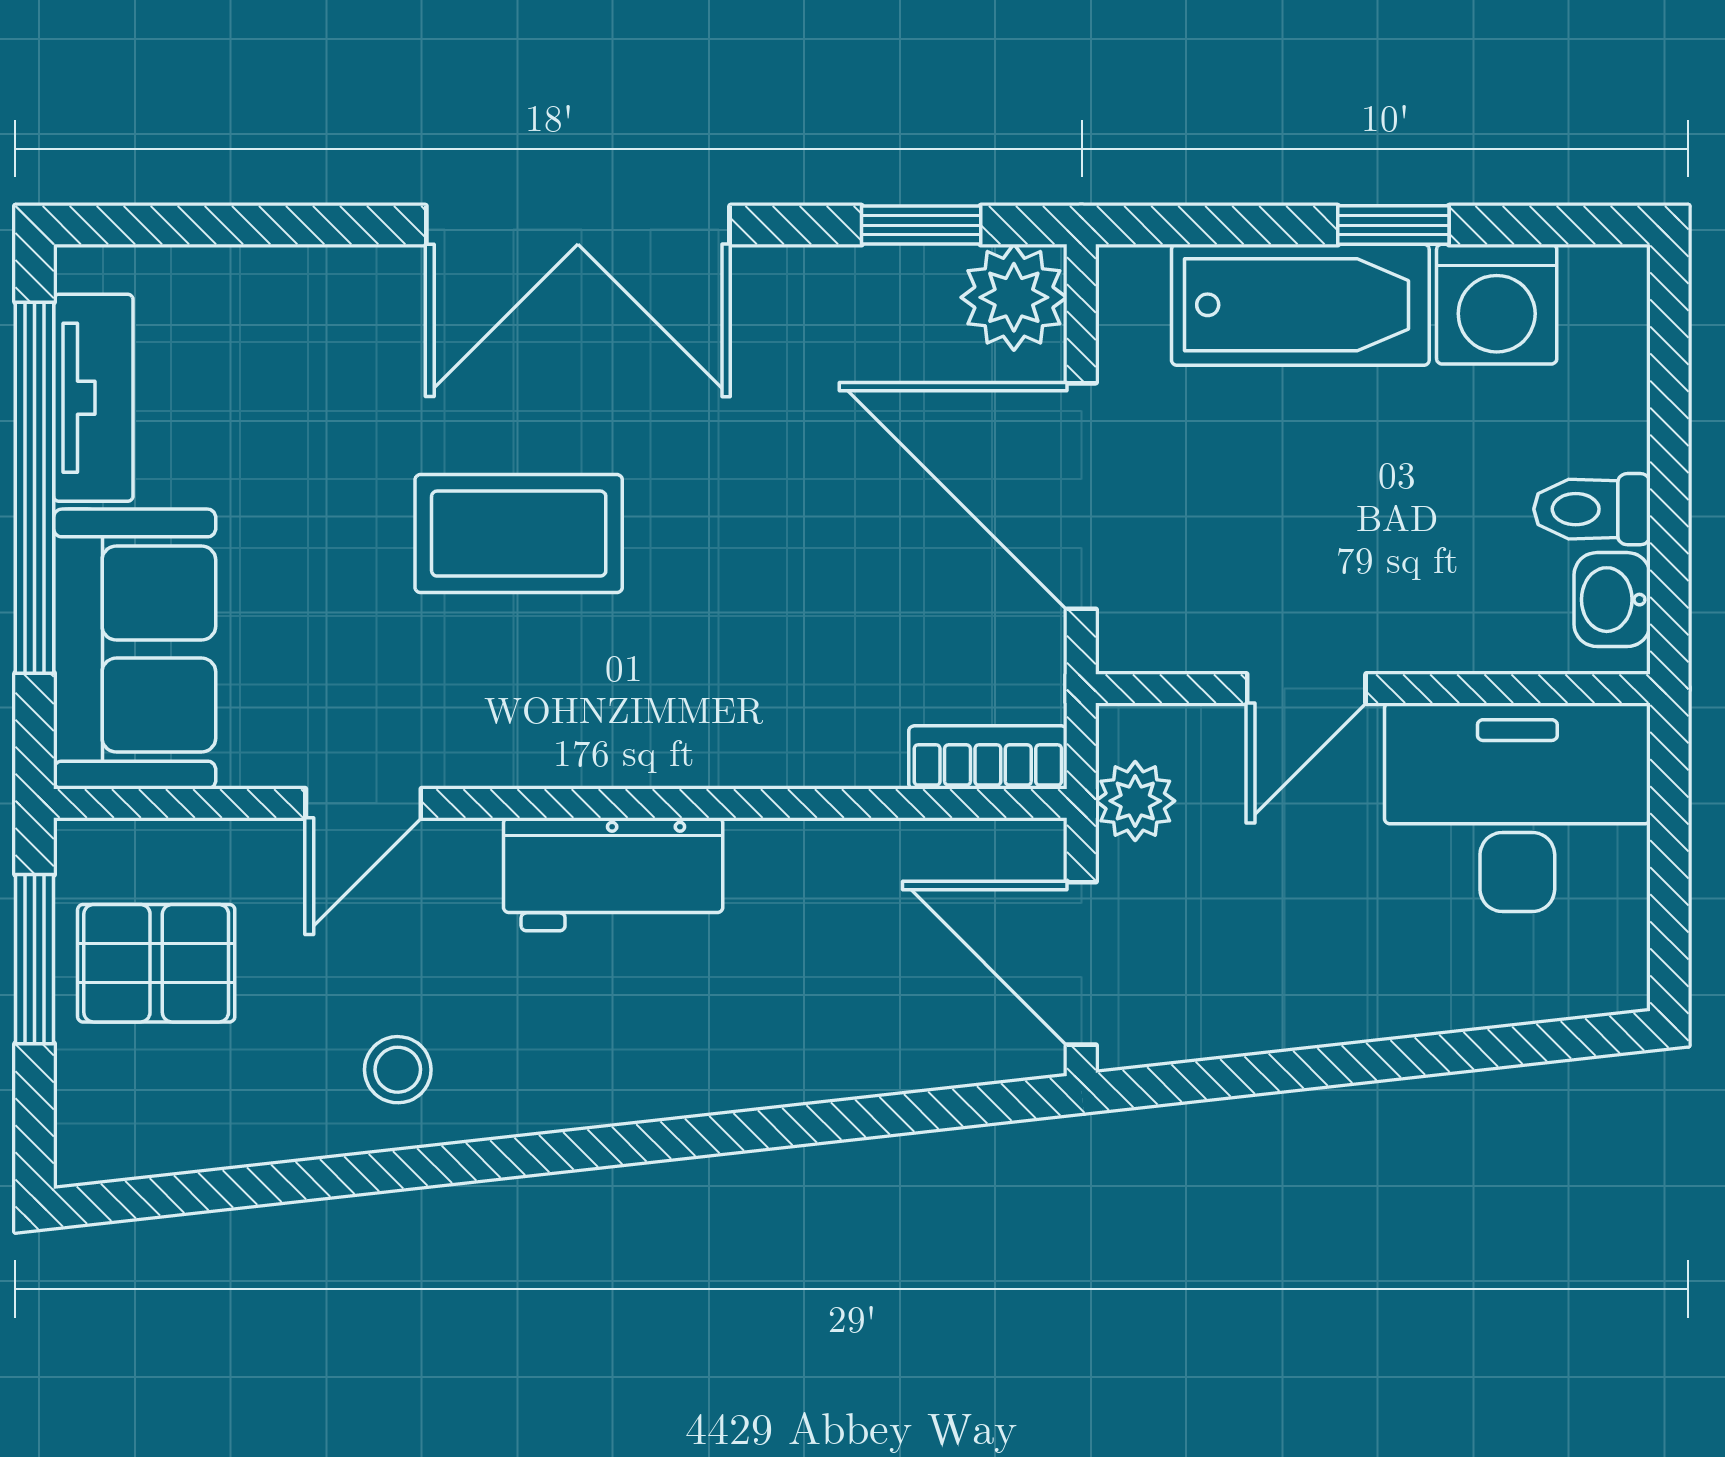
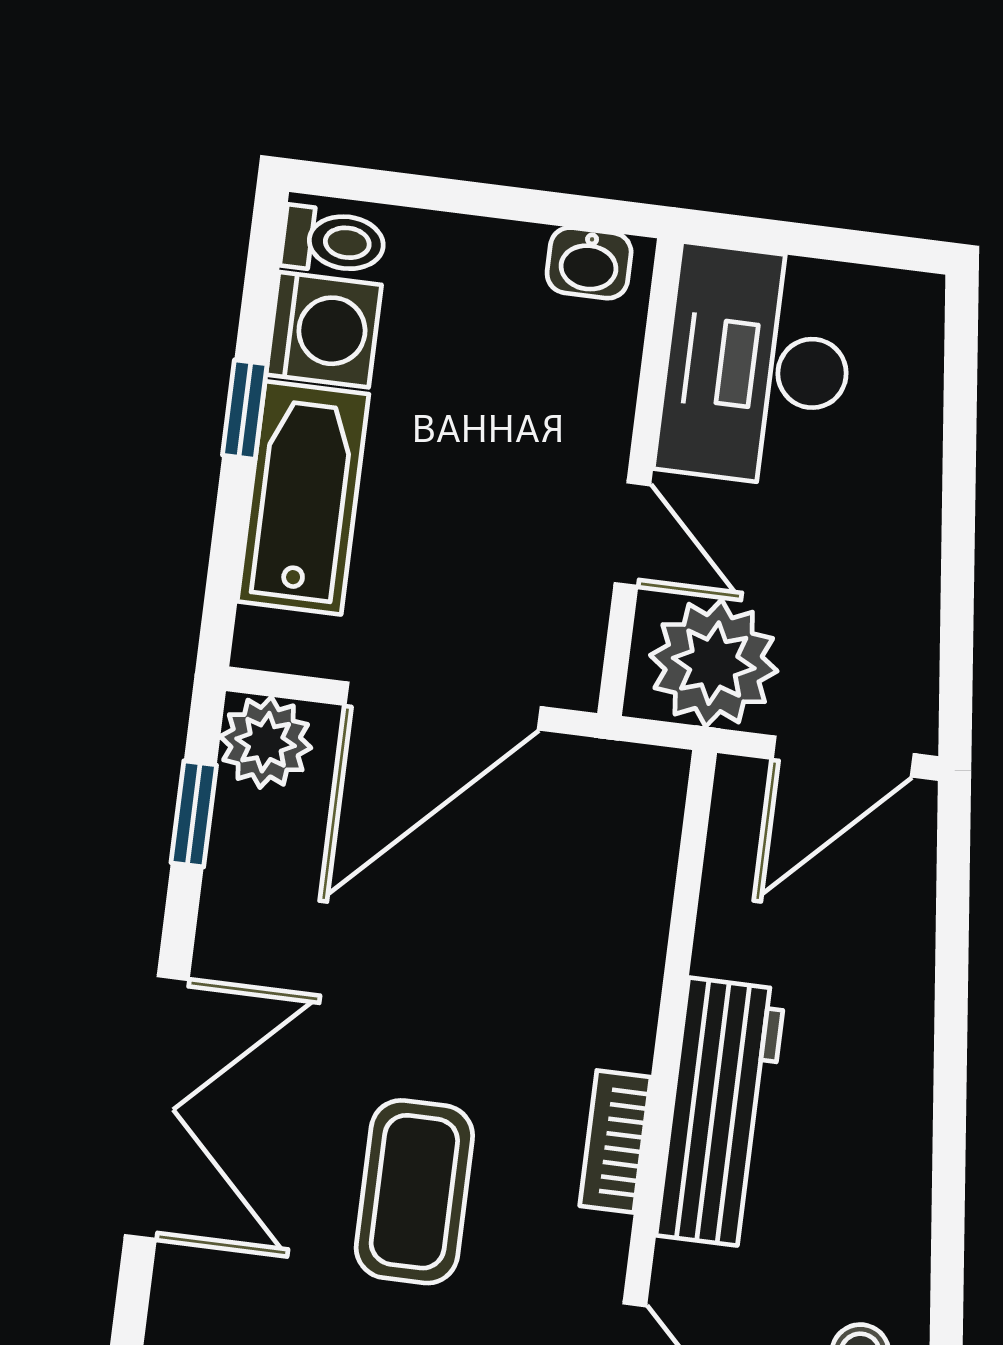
toilet: (1592, 509) -> (333, 241), moved, turned -90
bookcase: (988, 757) -> (615, 1141), moved
plant: (1135, 801) -> (714, 663), width x1.88, depth x1.88
workbench: (613, 874) -> (721, 1112), width x1.37

